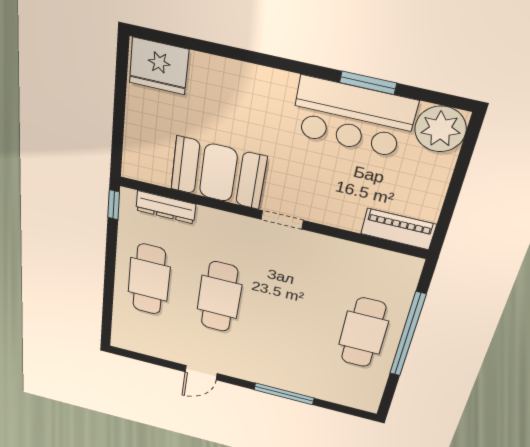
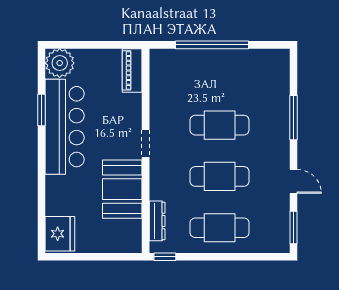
bar counter: (353, 117) -> (65, 127), width x1.36
cafe table: (363, 333) -> (220, 125), moved
window: (142, 357) -> (294, 227), added

